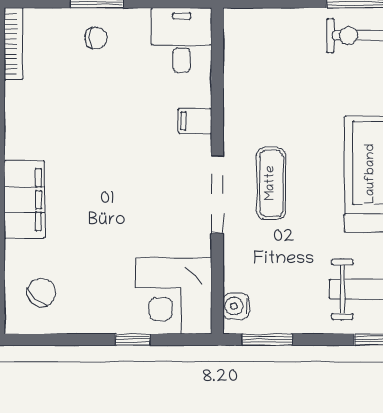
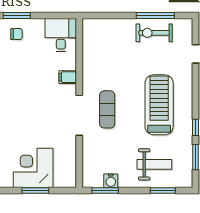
corner desk: (174, 296) -> (33, 168), moved, turned 90
water cooler: (236, 306) -> (111, 181), moved, turned -90
window: (133, 340) -> (35, 190), width x1.50

